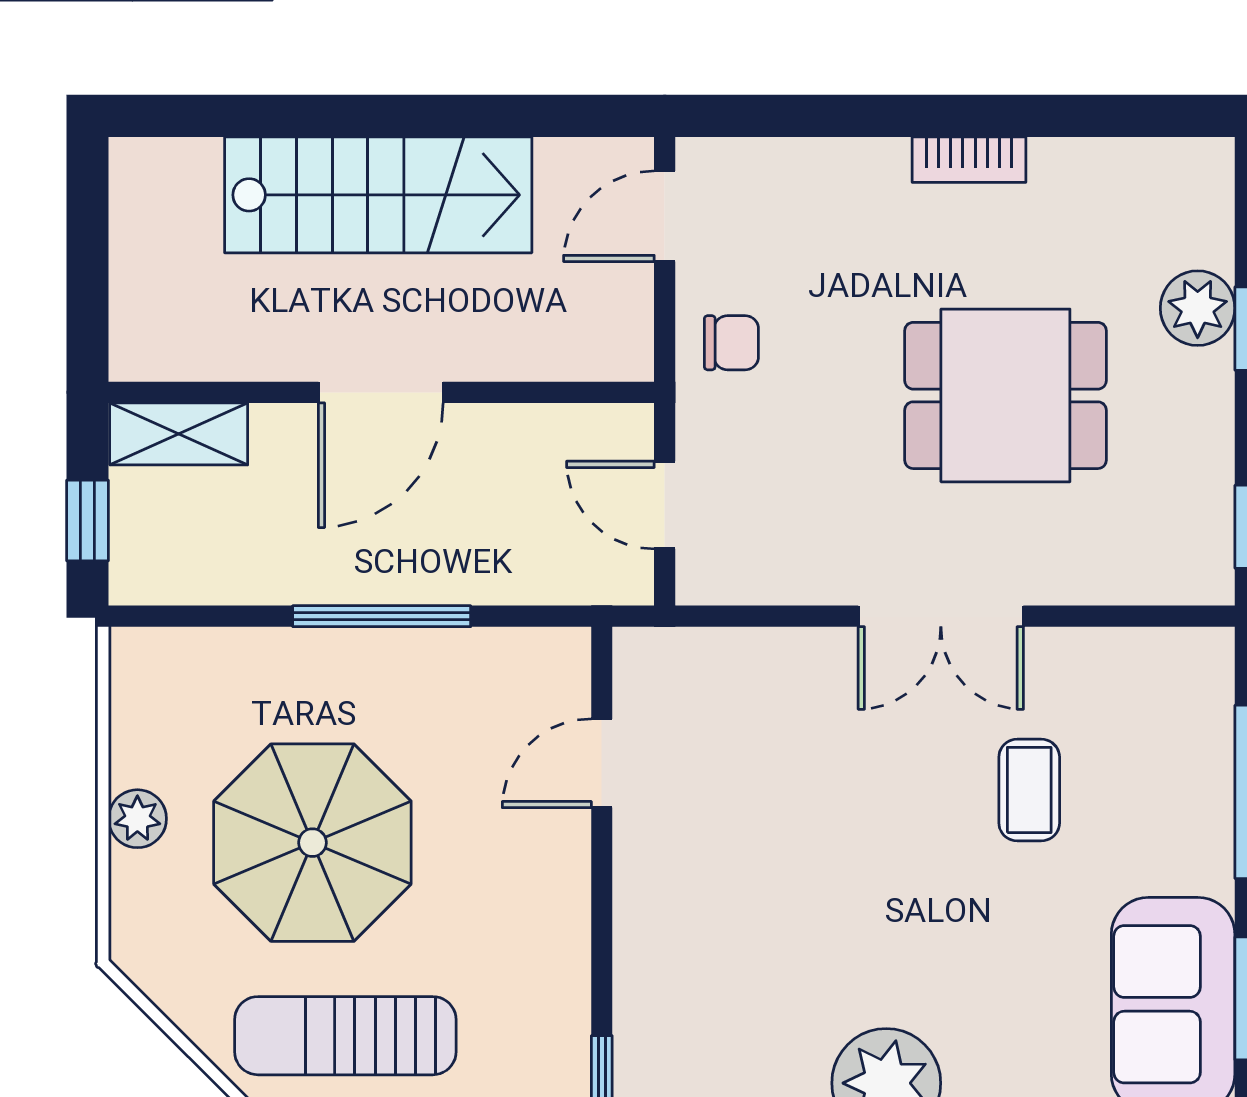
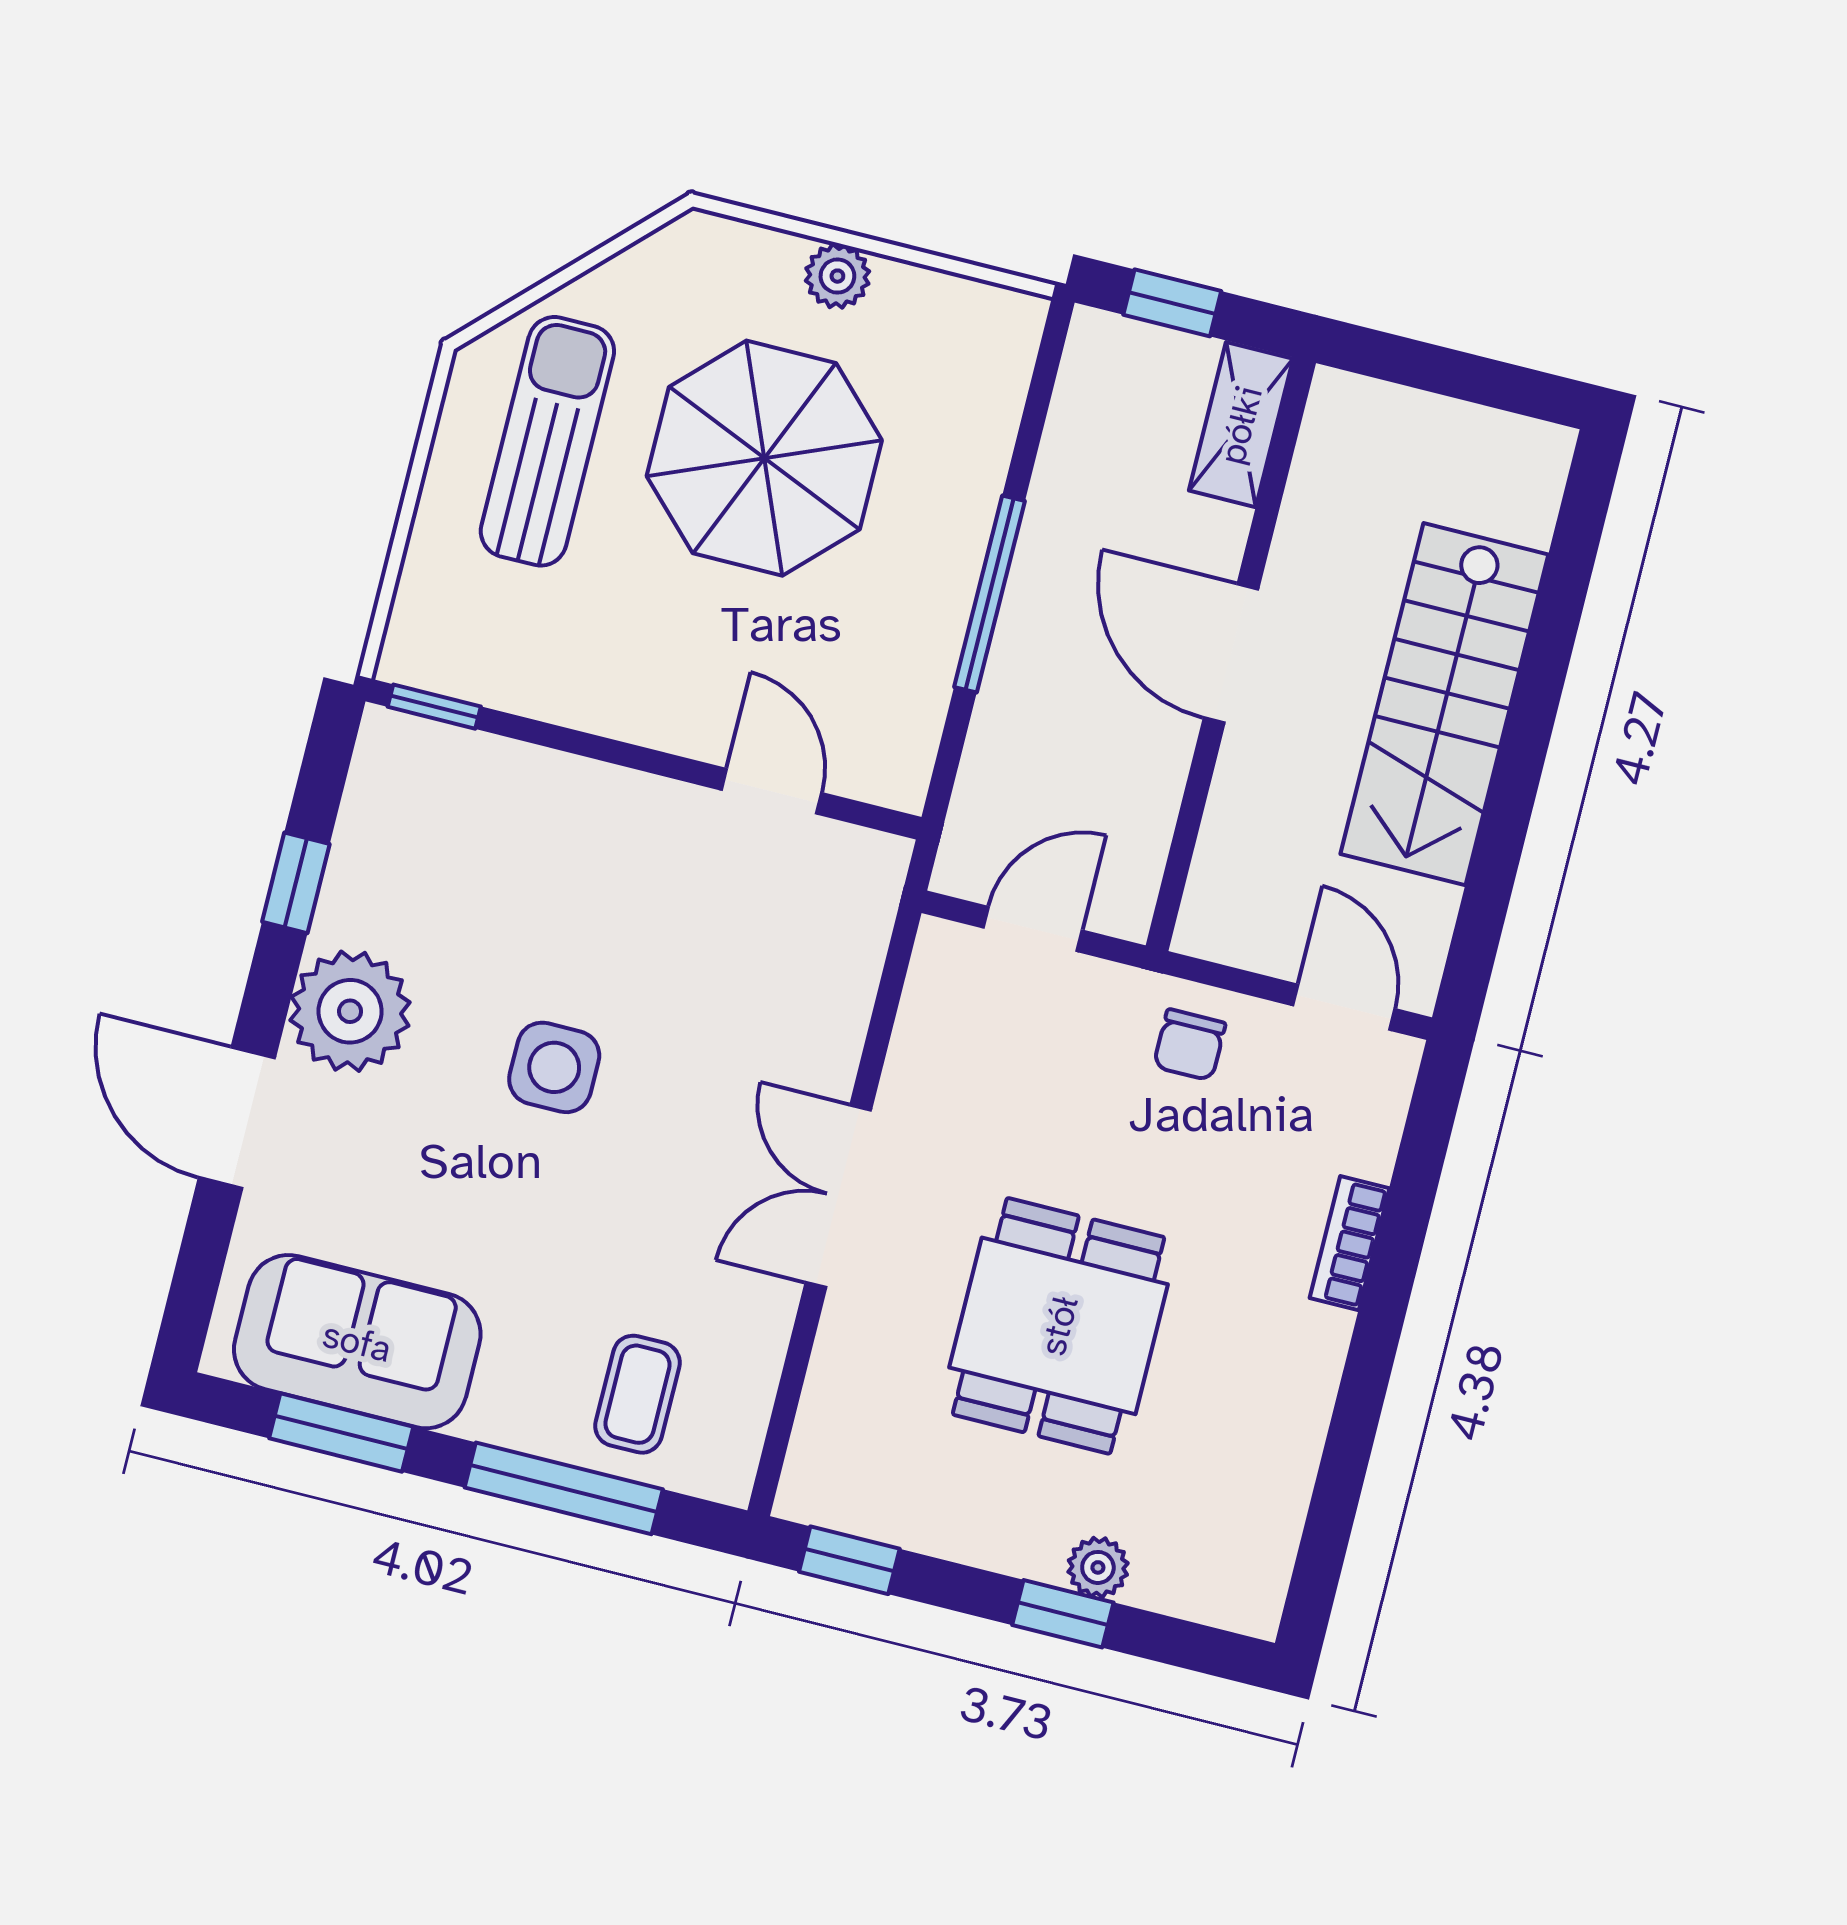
bookcase: (969, 160) -> (1349, 1243), moved
plant: (1198, 308) -> (1098, 1567), width x0.73, depth x0.73
coffee table: (1029, 790) -> (637, 1394), moved, turned 90
side table: (890, 892) -> (554, 1067), added

